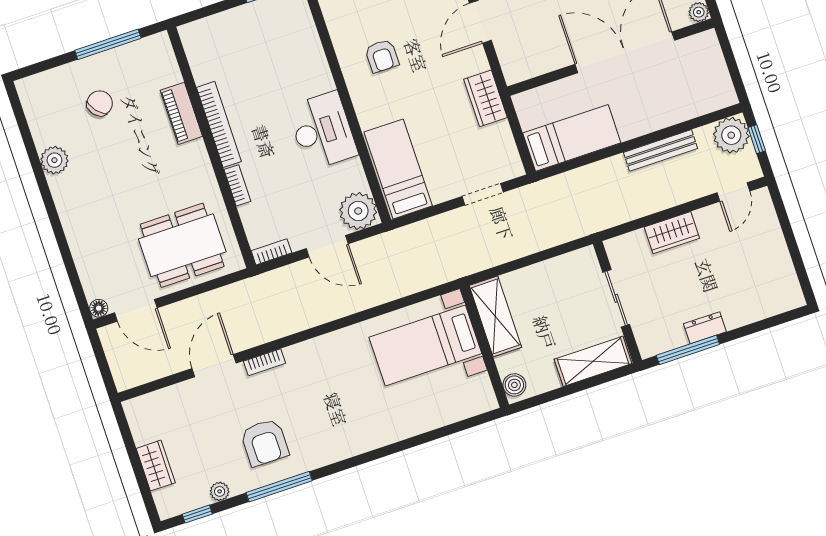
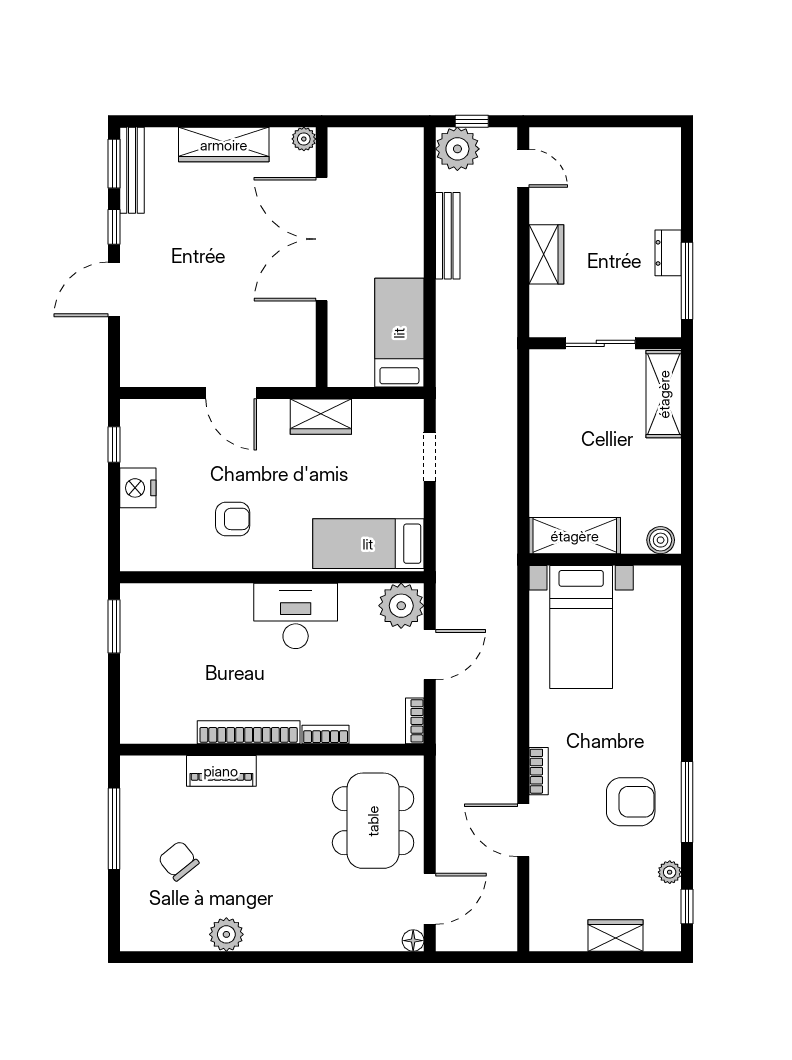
shelving: (495, 316) -> (575, 536), moved
bed with nightstands: (425, 345) -> (581, 627), moved
wall: (485, 347) -> (605, 560), moved
boiler: (514, 385) -> (661, 540), moved

